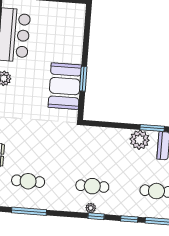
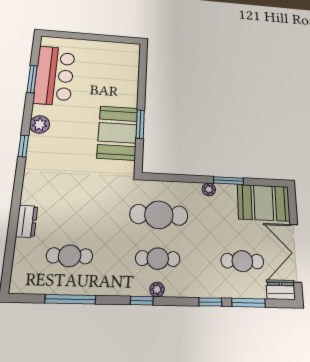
plant: (140, 140) -> (209, 189), width x0.53, depth x0.53
cafe table: (95, 154) -> (159, 215), added
window: (96, 216) -> (142, 301), moved

